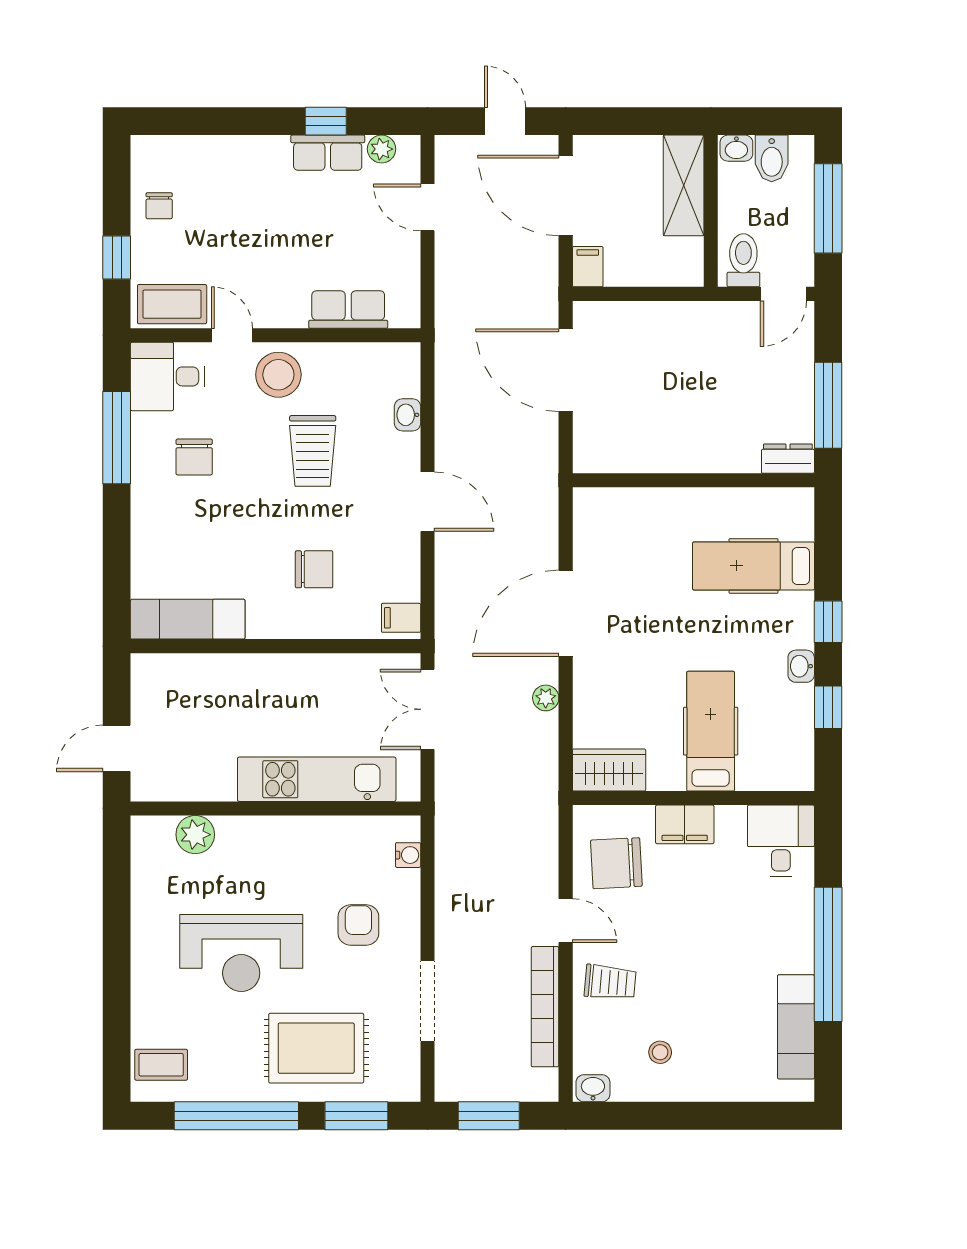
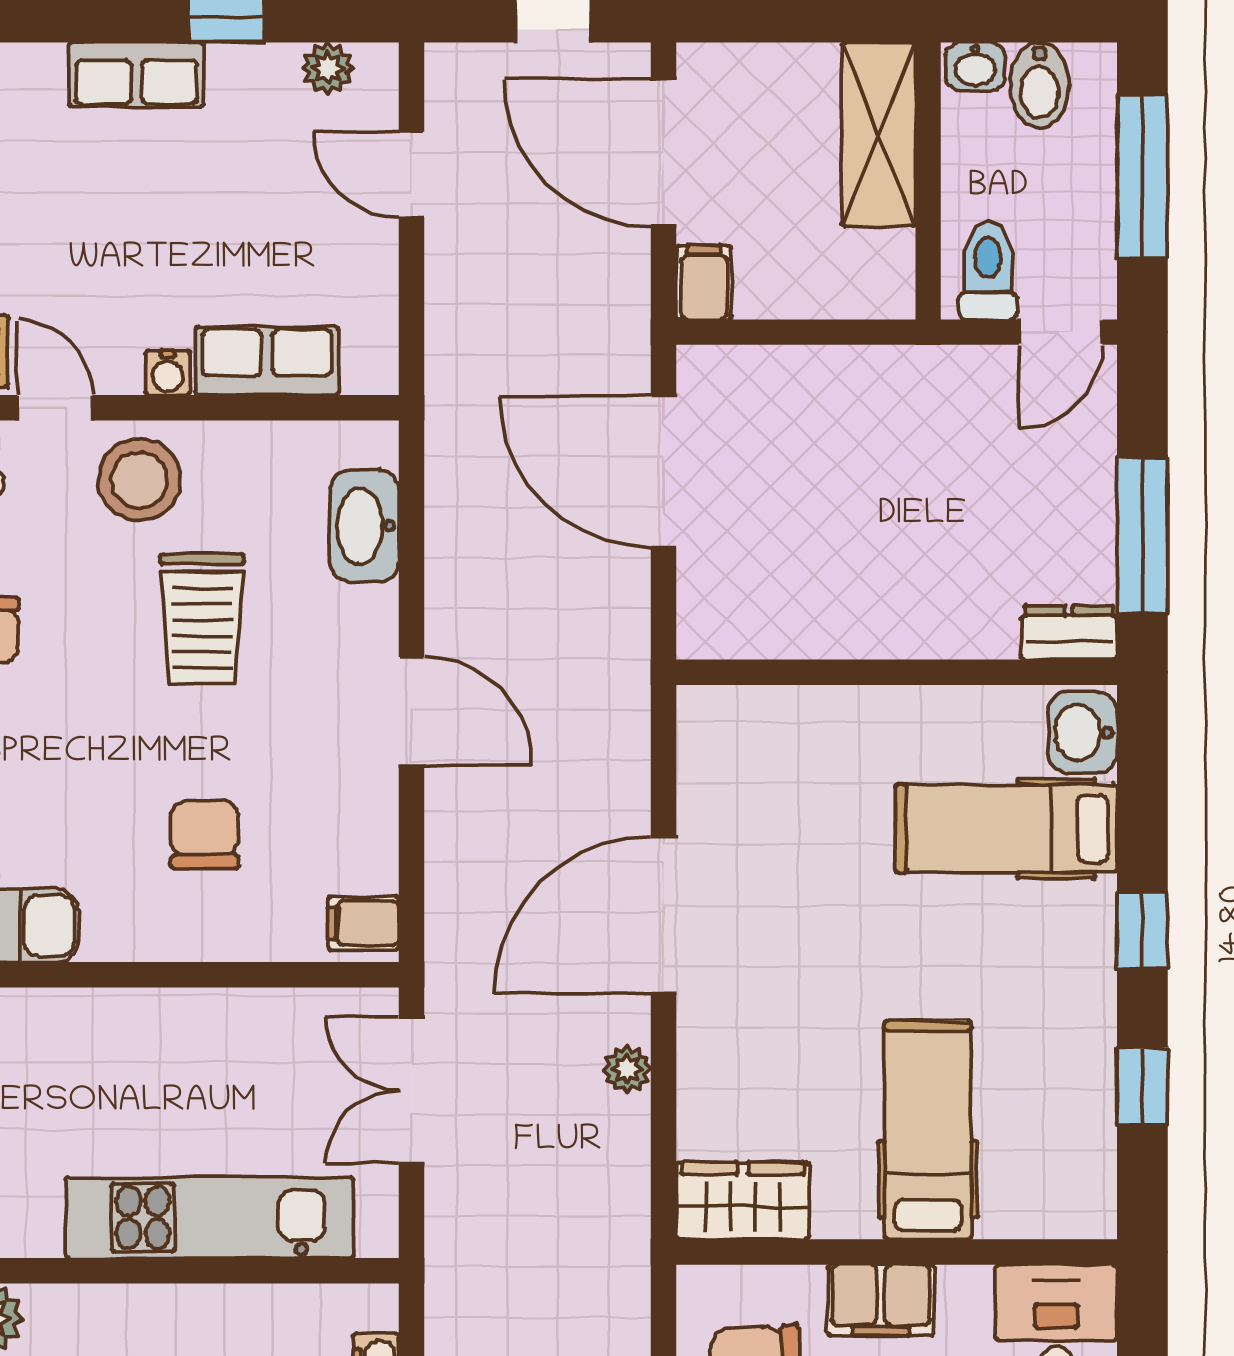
row of seats: (328, 153) -> (136, 75), moved
water cooler: (294, 316) -> (168, 373), added
washbasin: (408, 415) -> (364, 526), width x1.91, depth x1.45
chair: (314, 569) -> (205, 835), turned -90
washbasin: (801, 666) -> (1082, 732), moved, width x1.38, depth x1.45

